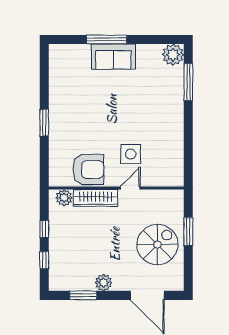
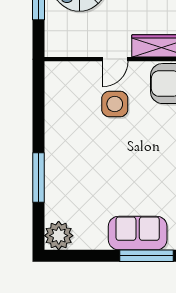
window: (188, 82) -> (38, 178), moved

